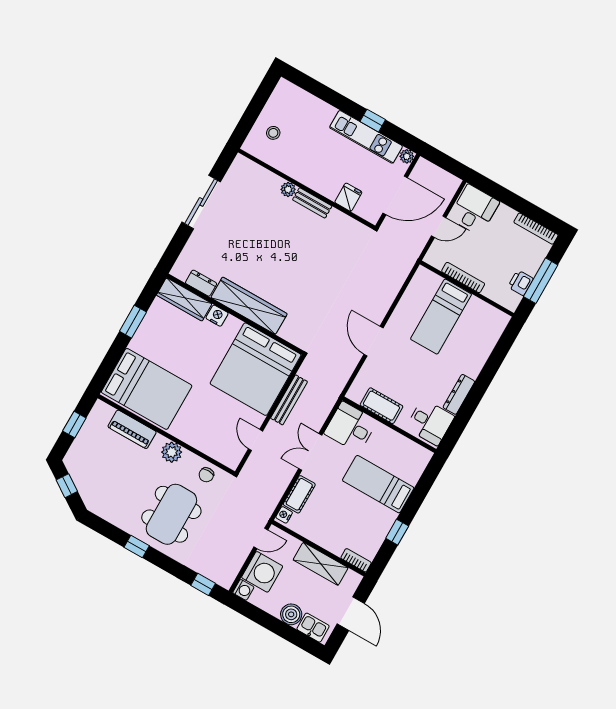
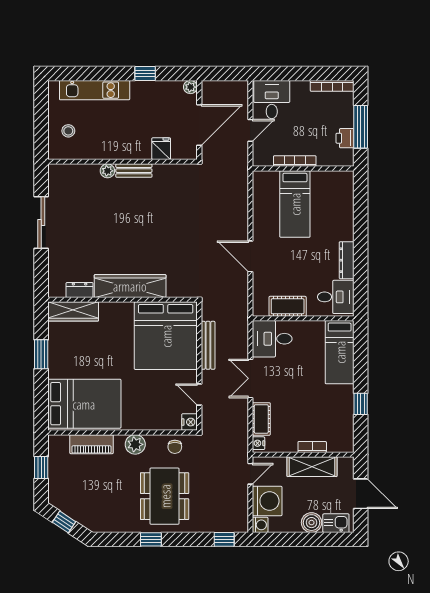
kitchen unit: (366, 137) -> (95, 90), moved
nightstand: (217, 316) -> (189, 422), moved, turned 90
bed: (378, 484) -> (340, 352), moved, turned -90
bookcase: (356, 560) -> (312, 447), moved

